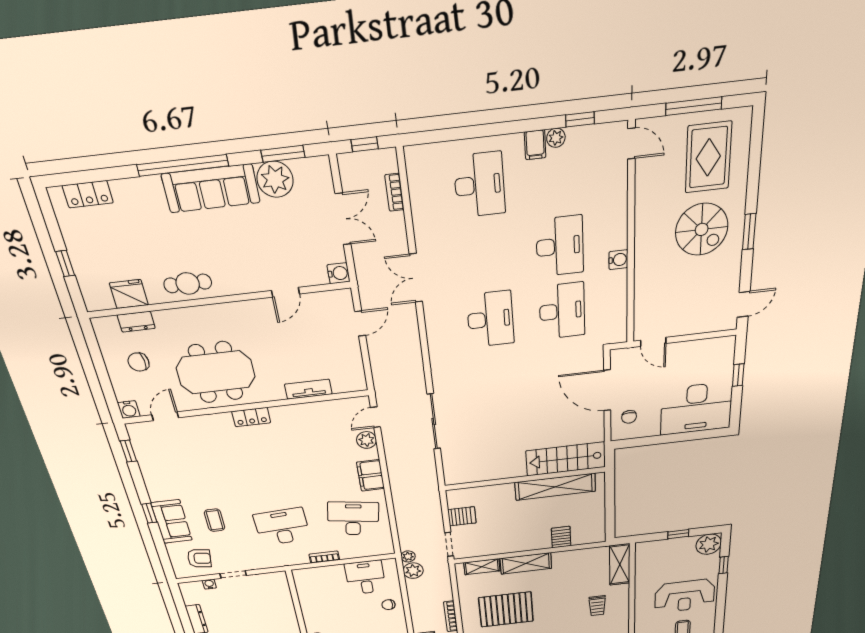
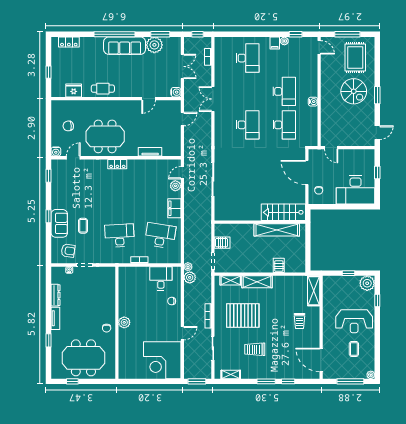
dresser: (136, 322) -> (73, 105), removed

